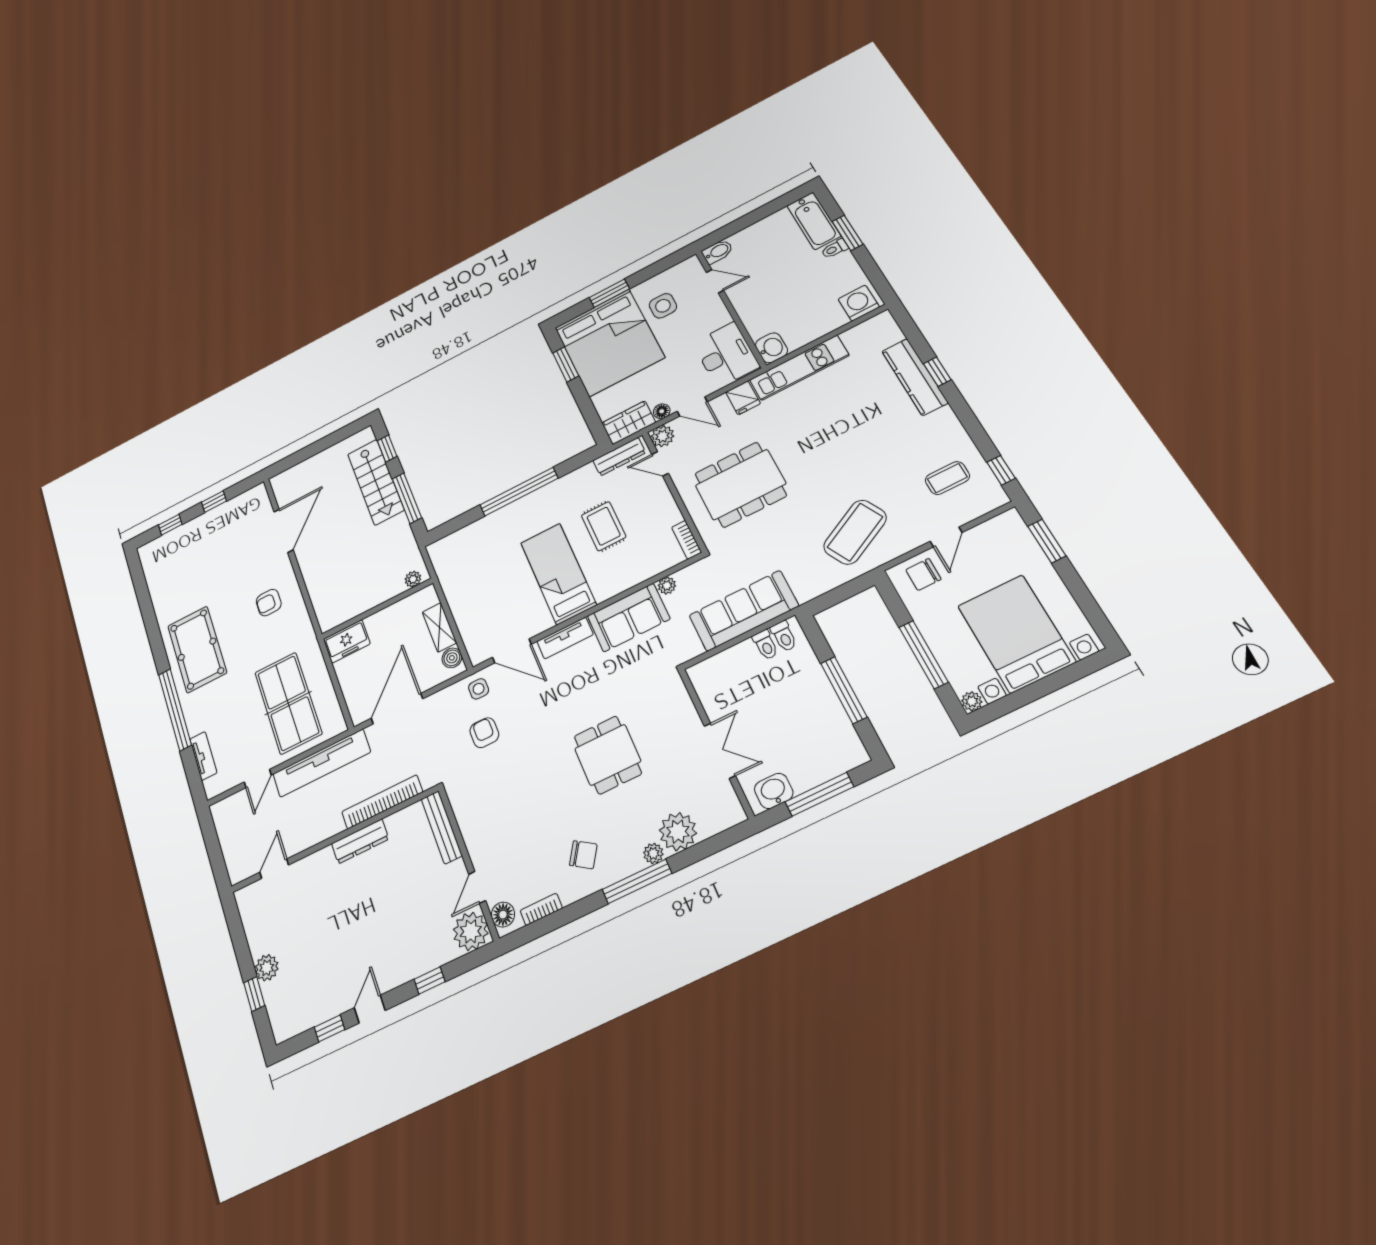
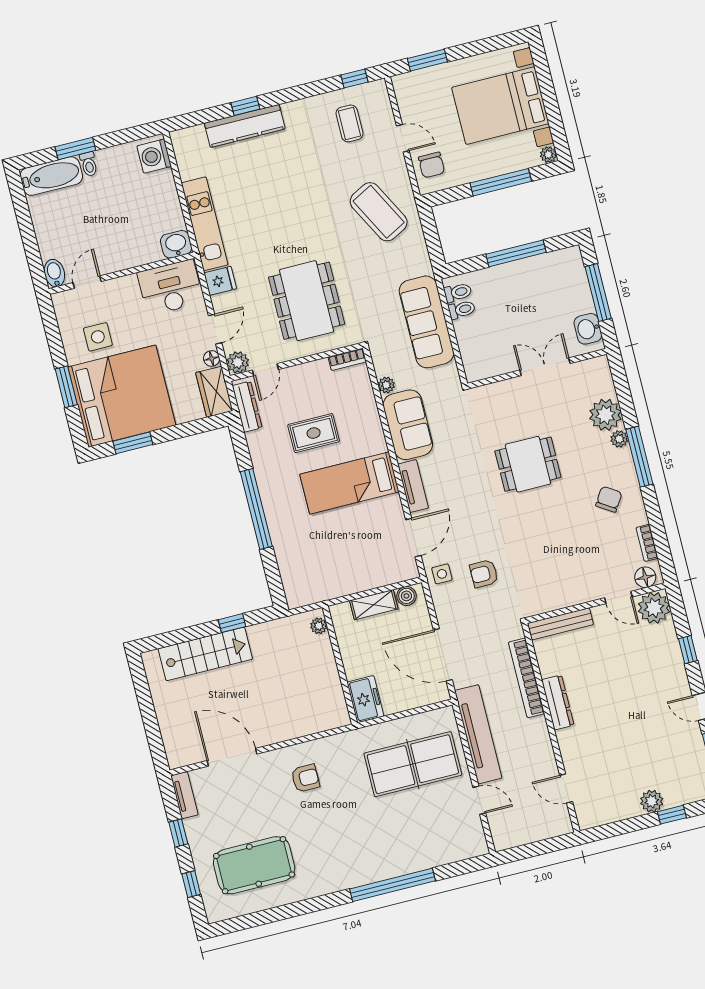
window: (387, 449) -> (172, 638), removed
window: (407, 498) -> (232, 623), width x0.46
armchair: (269, 603) -> (305, 778), turned -90
pool table: (197, 649) -> (254, 865), moved
tv unit: (203, 756) -> (184, 795), moved, turned 90

